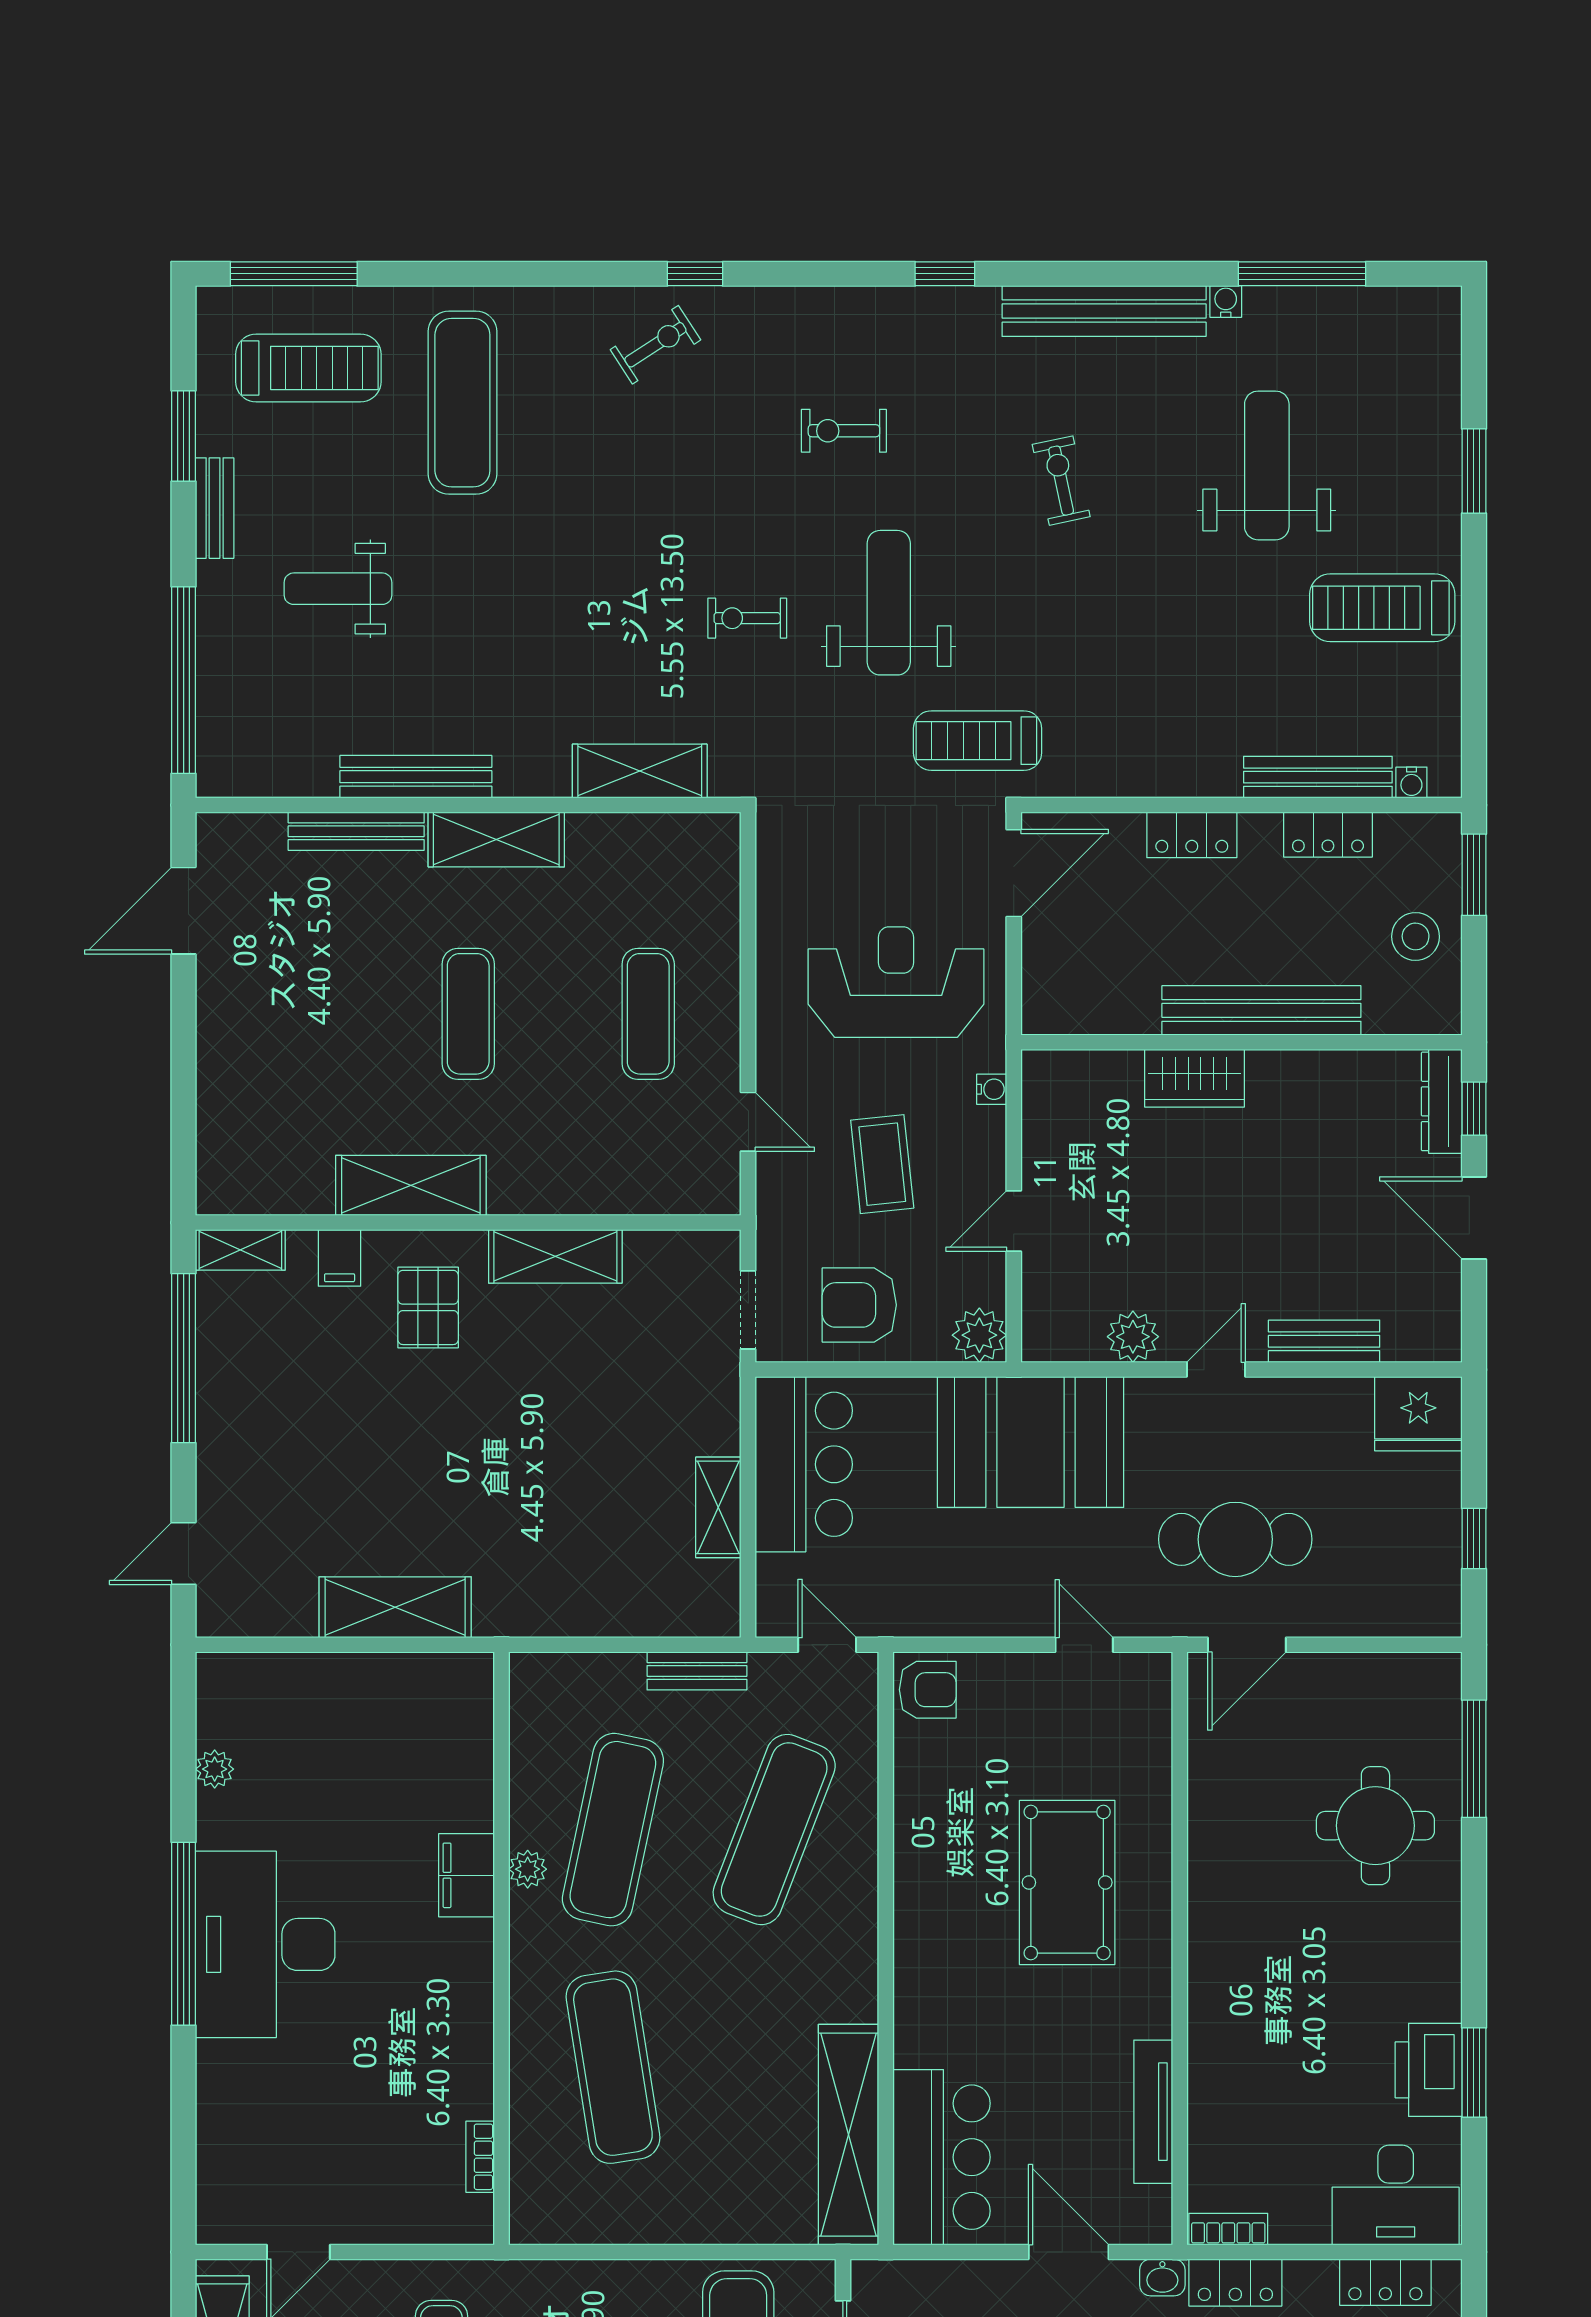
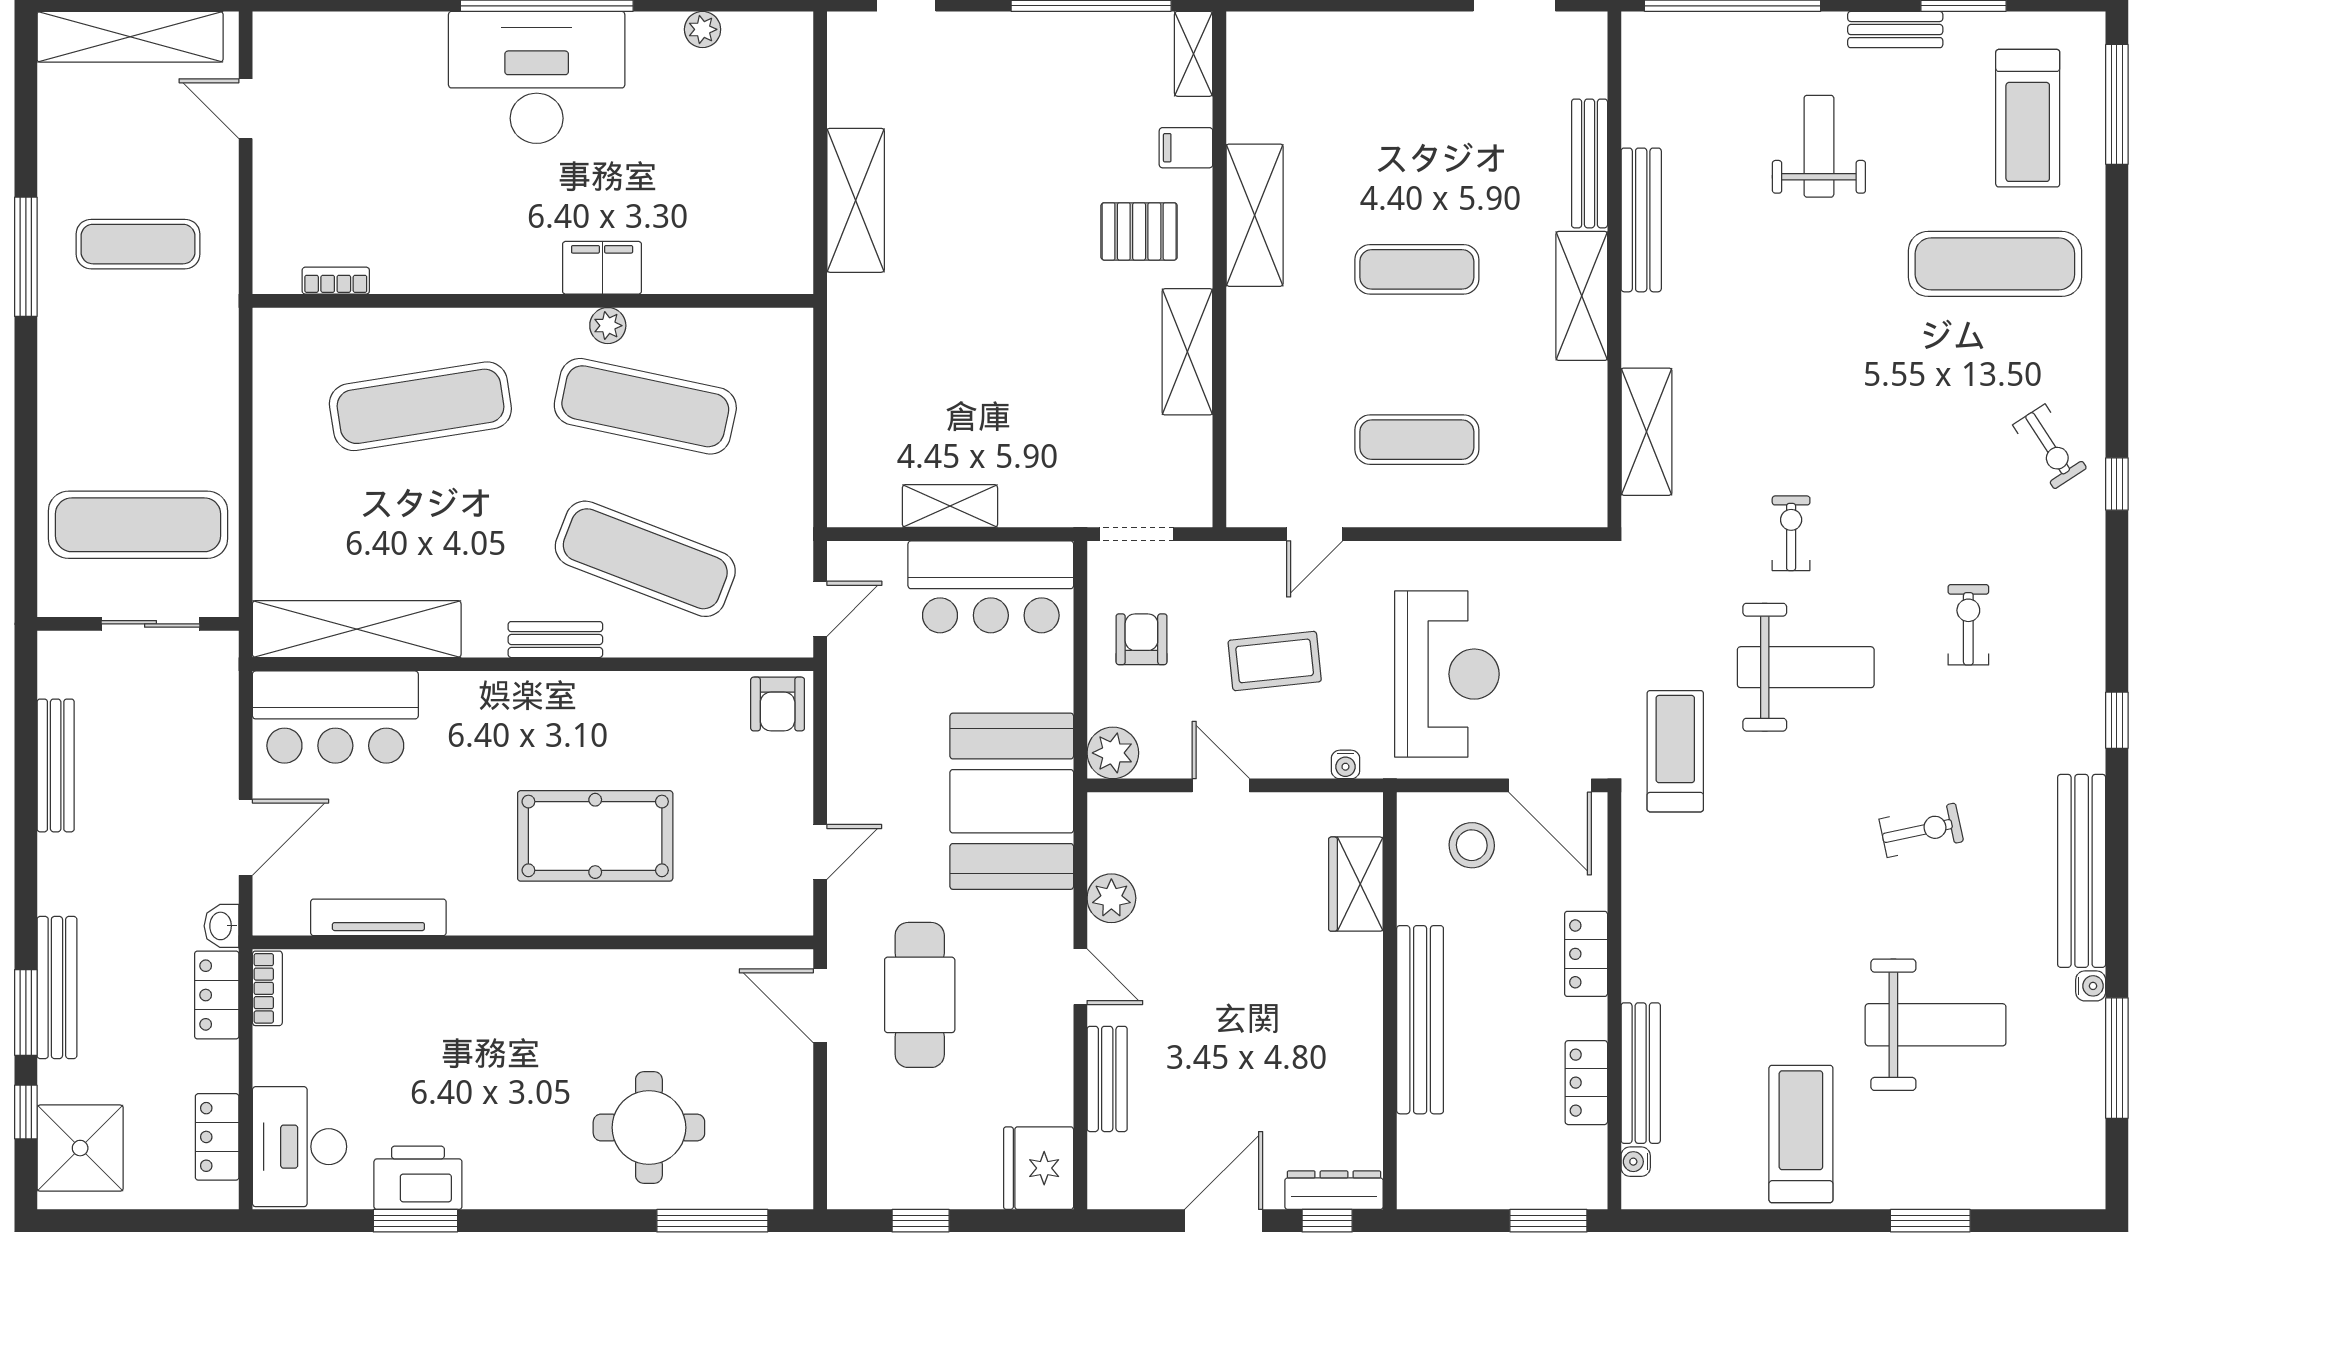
stool: (1416, 936) -> (1472, 845), moved
wardrobe: (1195, 1078) -> (1356, 884), moved
armchair: (859, 1305) -> (1141, 639), width x0.72, depth x0.72
bench: (697, 1671) -> (555, 640), moved, turned 90

